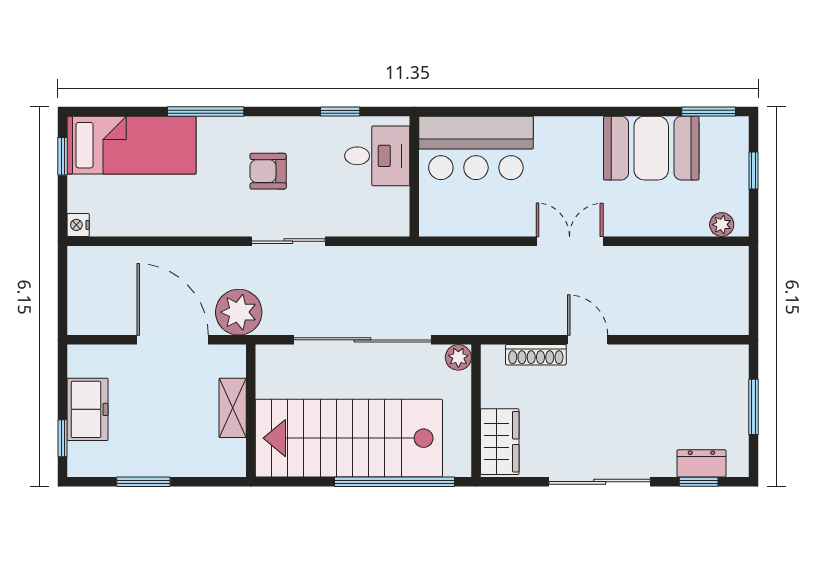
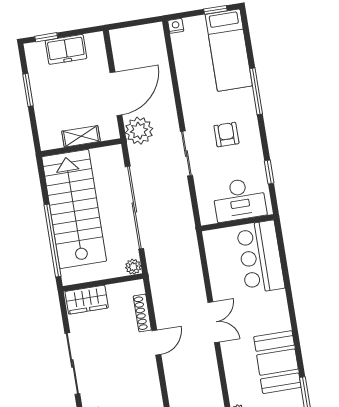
desk: (377, 156) -> (239, 200), width x1.37

